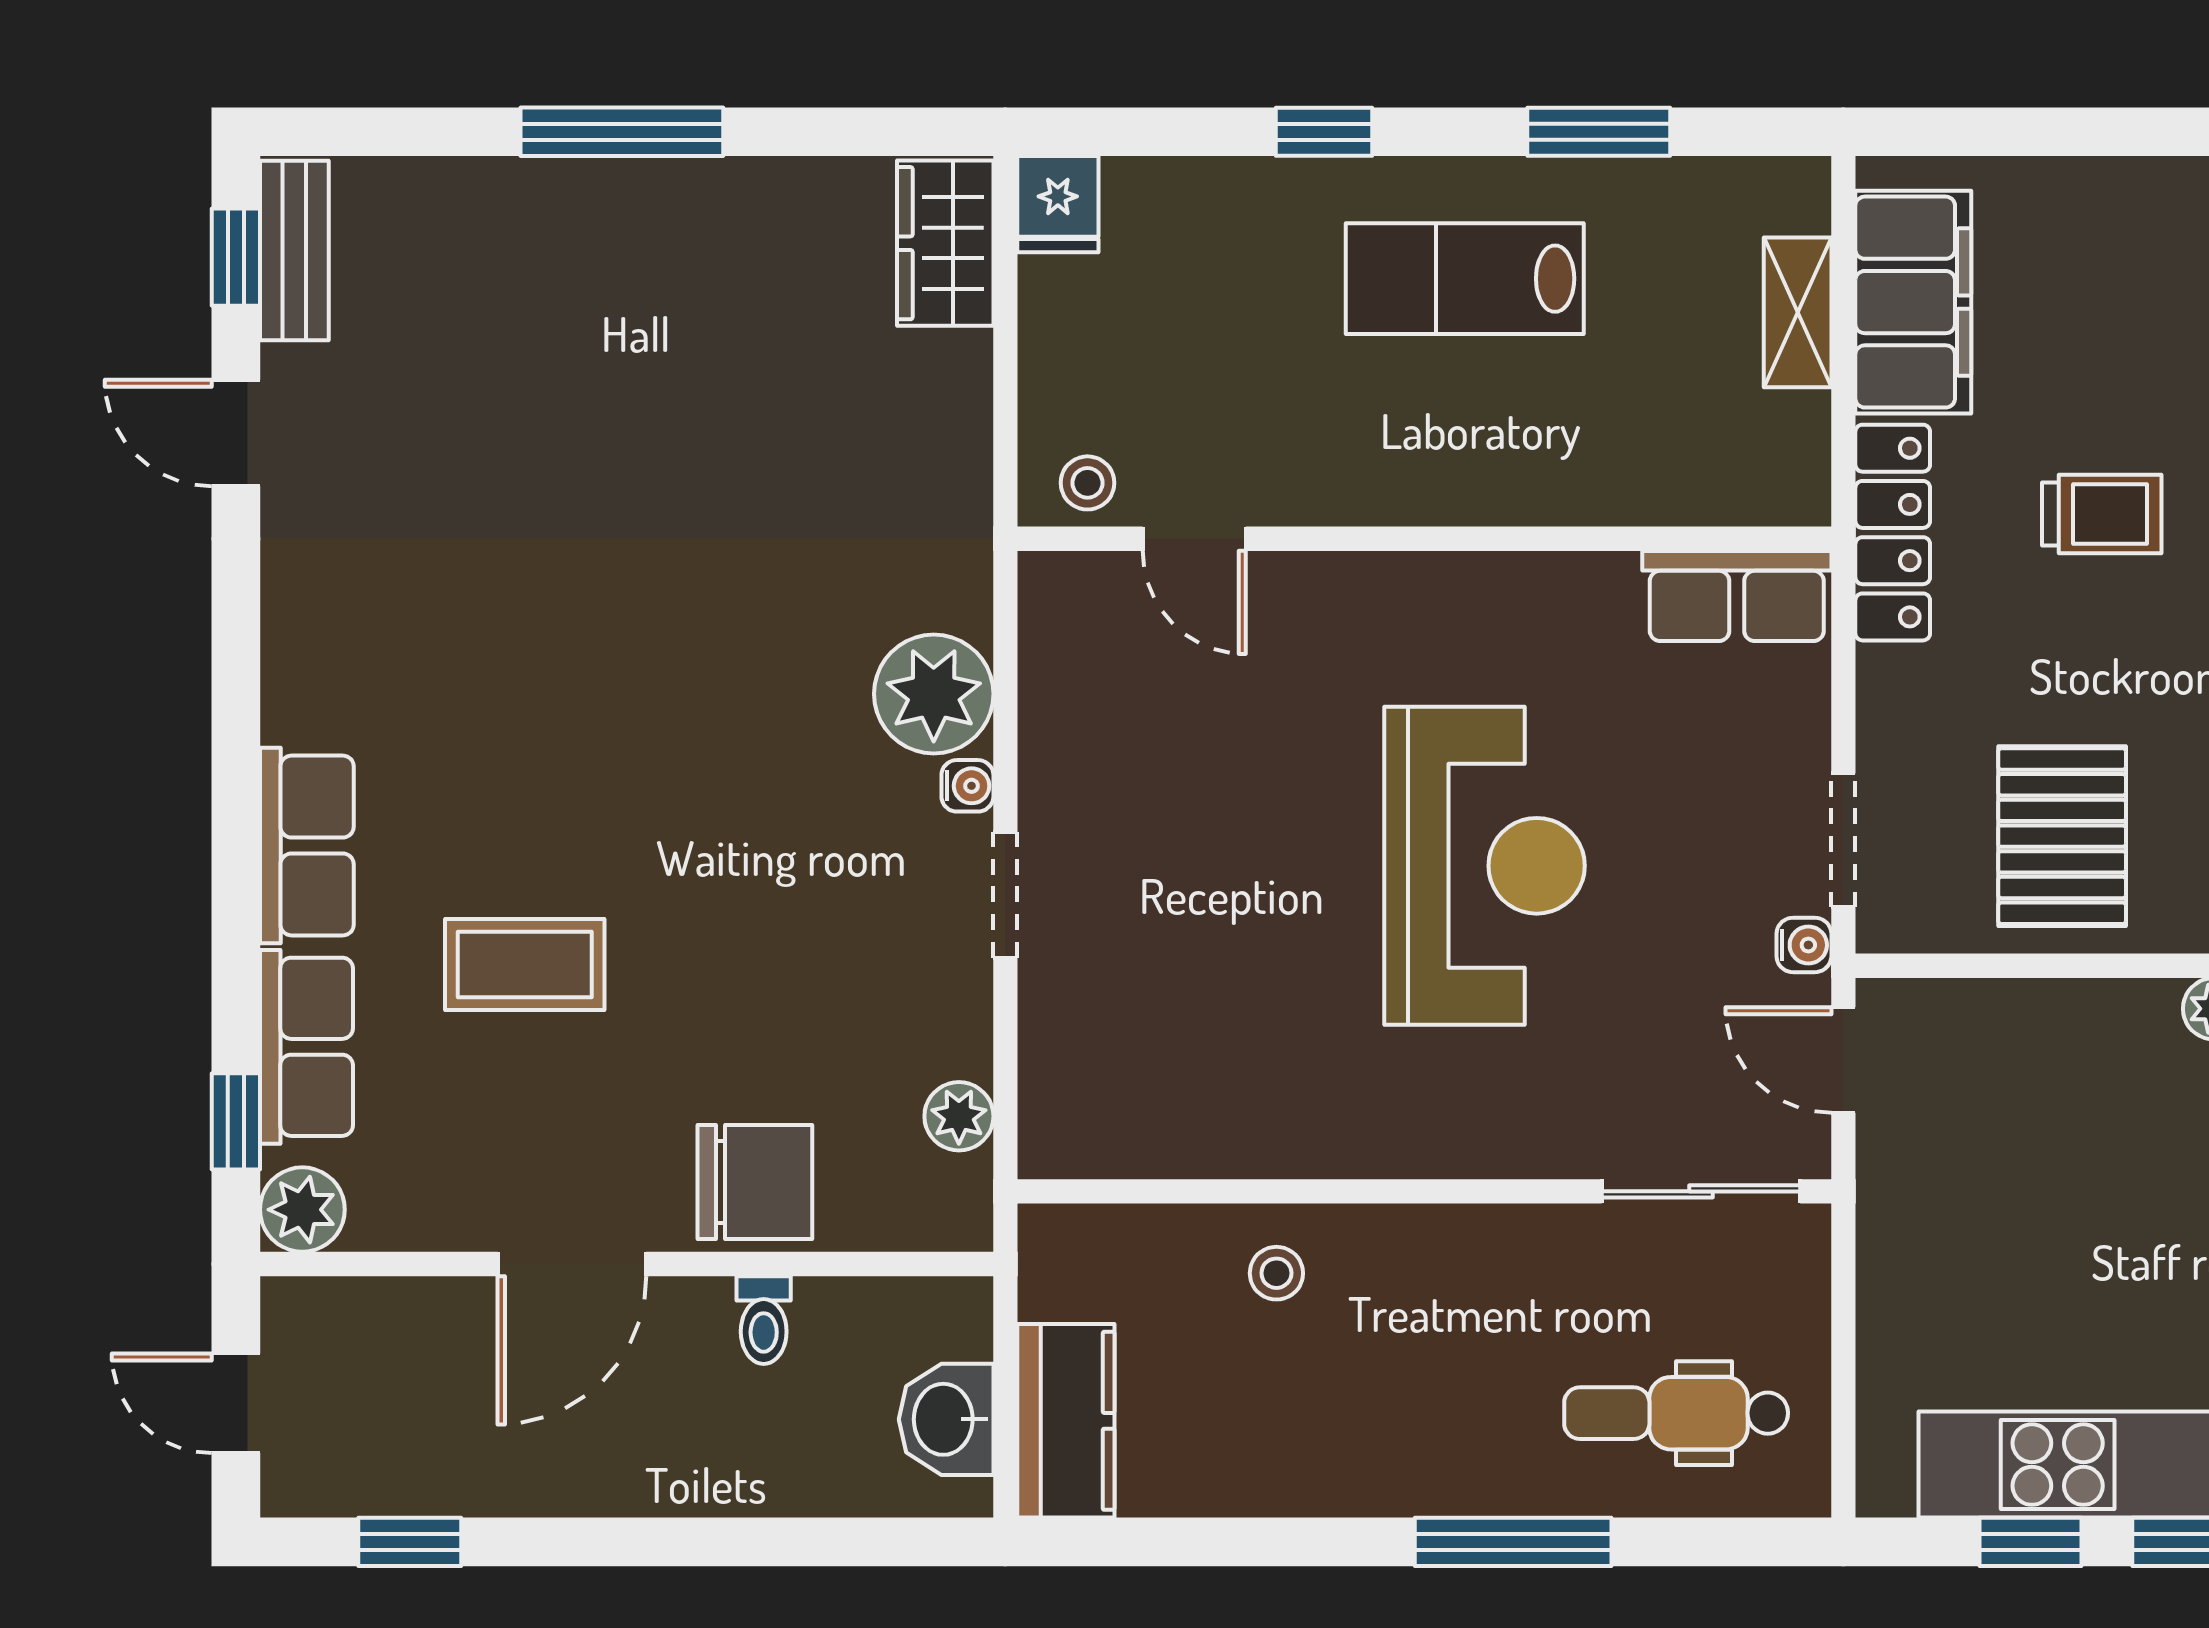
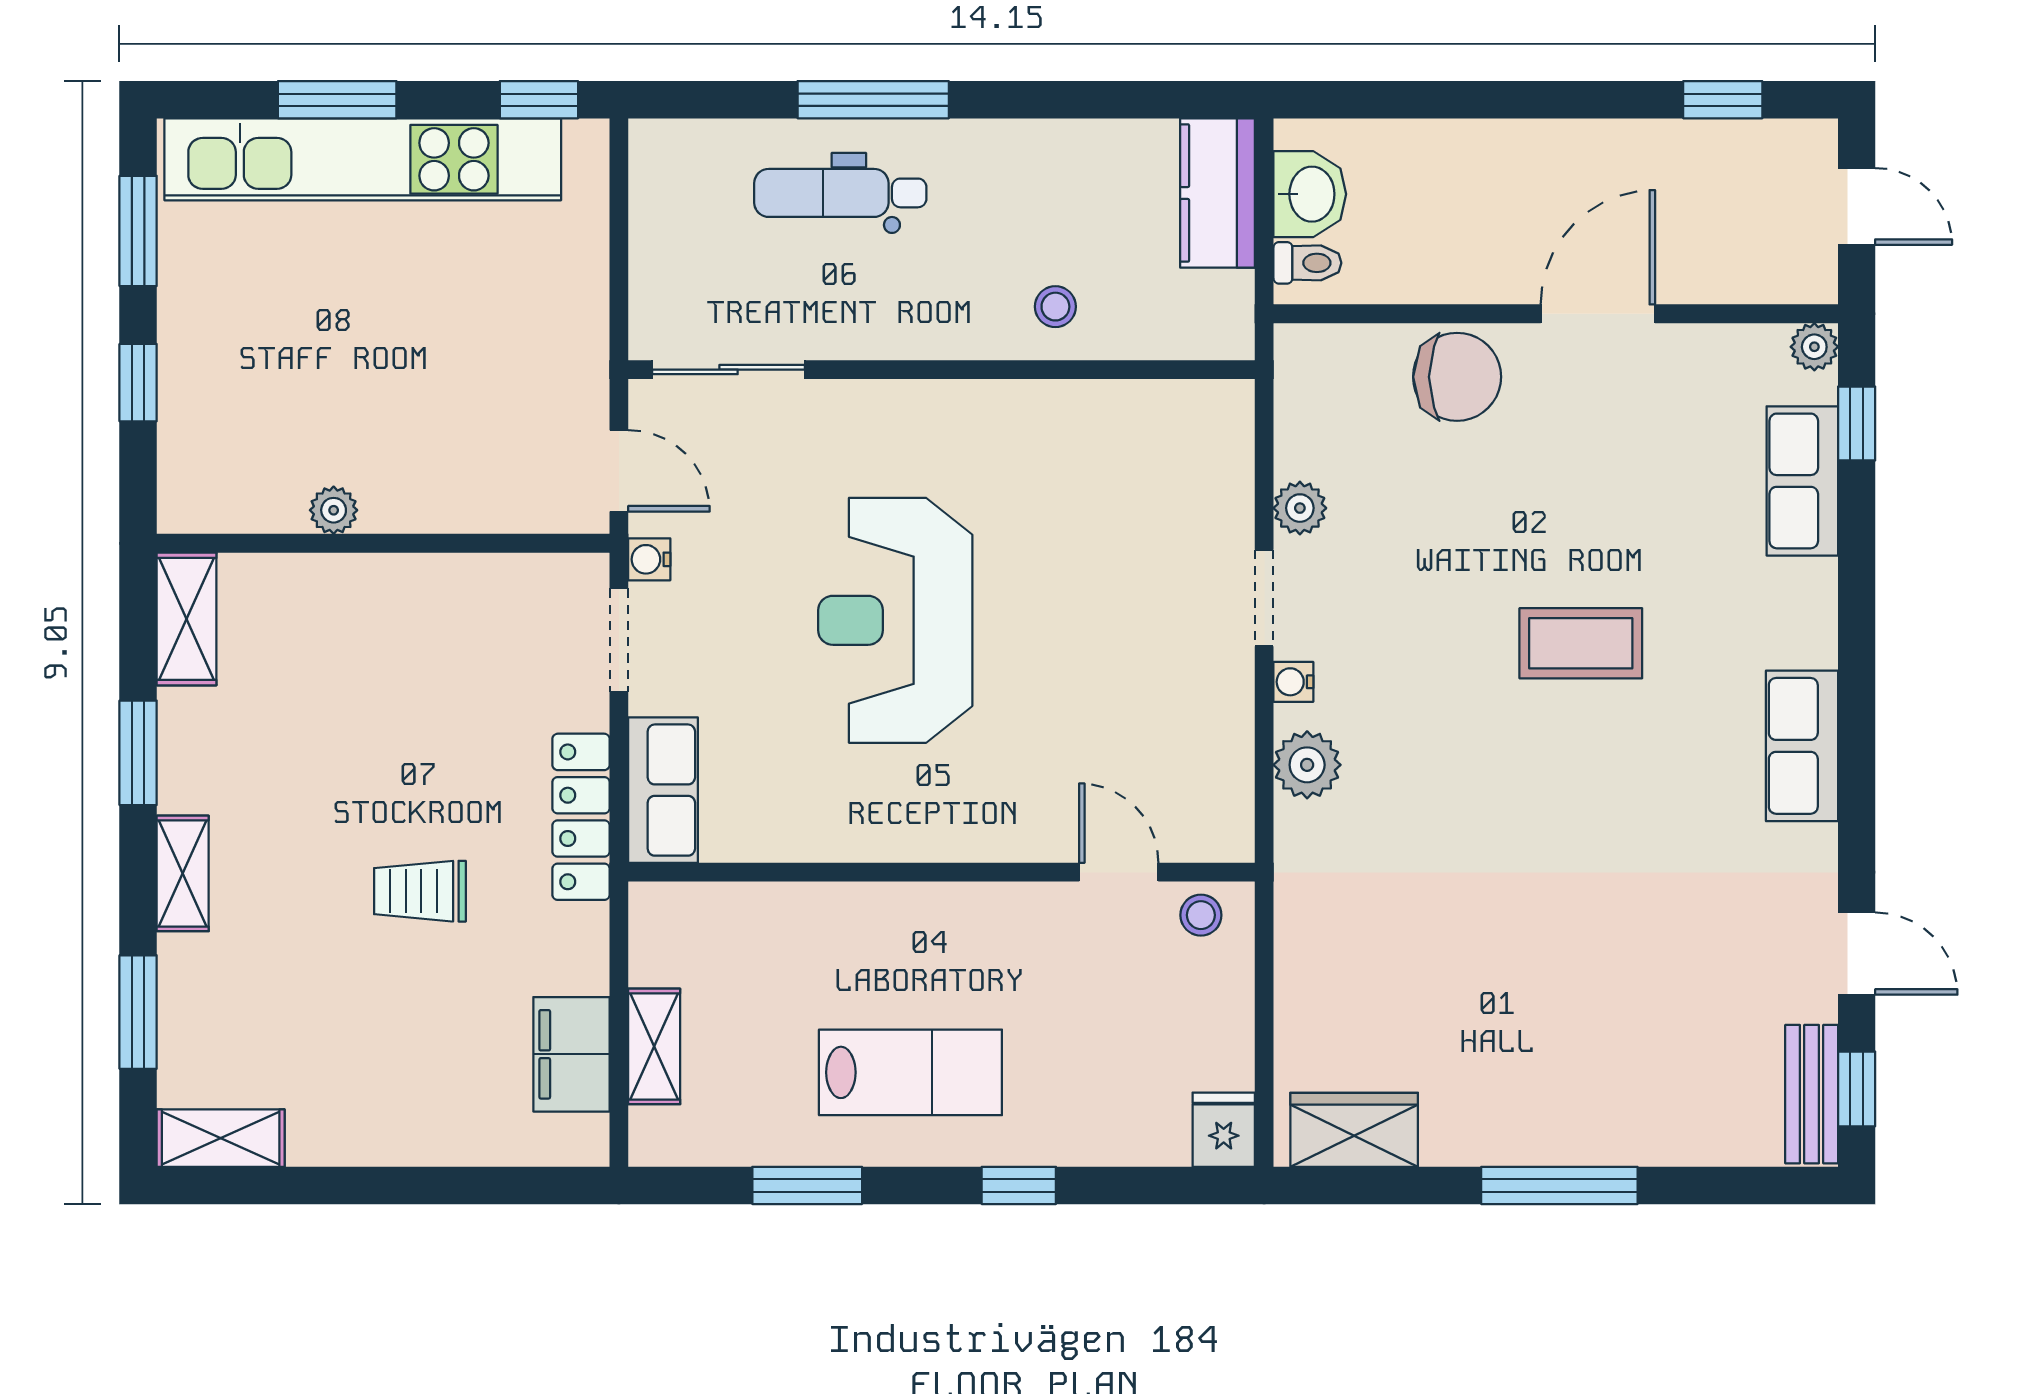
wardrobe: (945, 243) -> (1354, 1130), moved, turned -90
filing cabinet: (1913, 302) -> (571, 1054), width x0.67, depth x0.86
locker: (1893, 533) -> (581, 817), moved
row of seats: (1737, 596) -> (663, 790), moved, turned 90
plant: (934, 694) -> (1307, 765), width x0.73, depth x0.73
pallet: (2062, 836) -> (451, 643), removed
row of seats: (307, 845) -> (1802, 746), moved
coffee table: (525, 965) -> (1581, 643), moved
plant: (959, 1116) -> (1300, 508), moved
chair: (755, 1182) -> (1457, 377), turned 180
plant: (302, 1210) -> (1814, 347), width x0.73, depth x0.73
toilet: (764, 1320) -> (1307, 263), moved, turned 90
dental chair: (1676, 1413) -> (840, 193), moved, turned 180
window: (2030, 1542) -> (539, 100), moved

